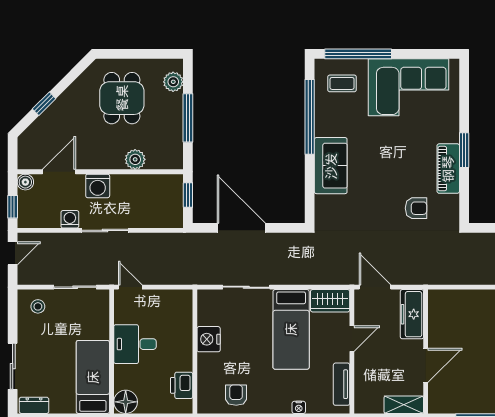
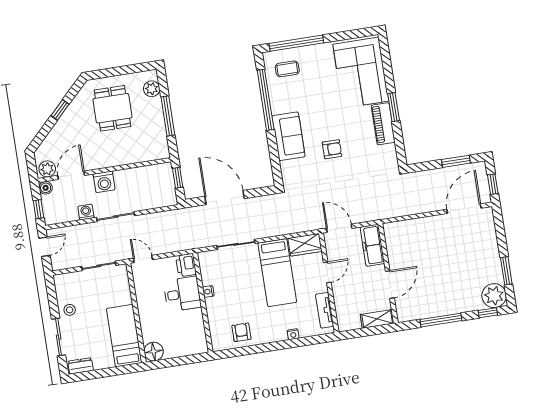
corner sofa: (409, 87) -> (361, 73), moved, turned 90
window: (44, 104) -> (60, 110), moved
plant: (135, 159) -> (47, 169), moved
armchair: (416, 208) -> (332, 149), moved
stool: (38, 306) -> (70, 310), moved
nightstand: (209, 339) -> (208, 291), width x0.53, depth x0.56
desk: (135, 344) -> (182, 294), moved, turned 180
printer: (182, 385) -> (186, 265), moved

